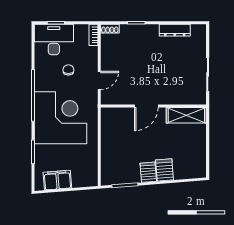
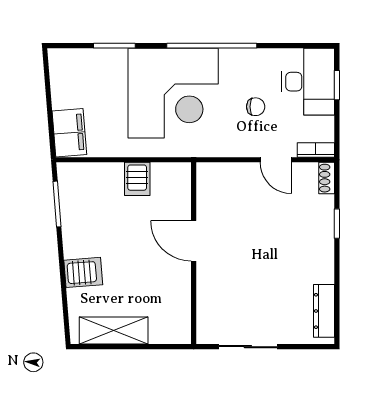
dresser: (175, 30) -> (324, 311), moved
door: (99, 80) -> (276, 160), moved
shelving: (186, 115) -> (114, 331), moved, turned 90
server rack: (148, 172) -> (137, 179), moved, turned 95
filing cabinet: (57, 180) -> (69, 133), moved

